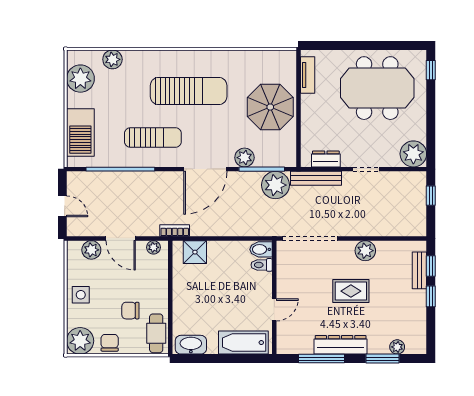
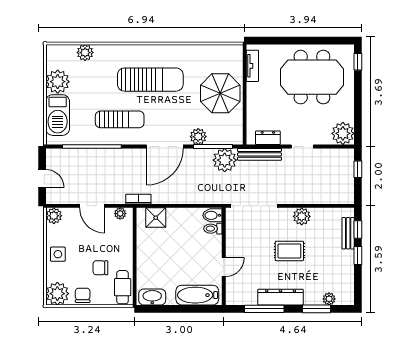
plant: (80, 79) -> (58, 82), moved
plant: (91, 250) -> (54, 216), moved

